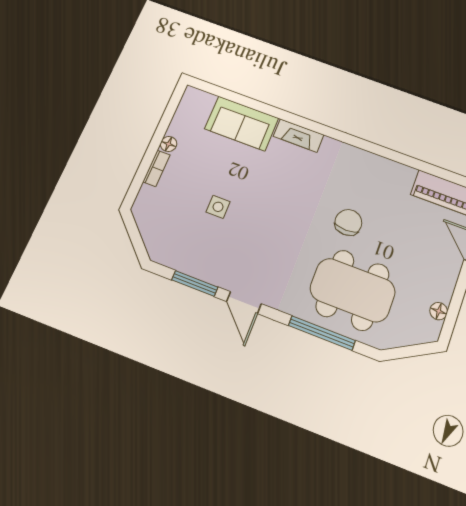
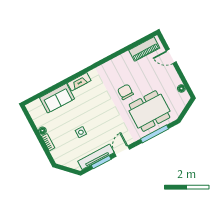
tv unit: (197, 267) -> (96, 157), added
door: (244, 303) -> (122, 151), swing flipped

